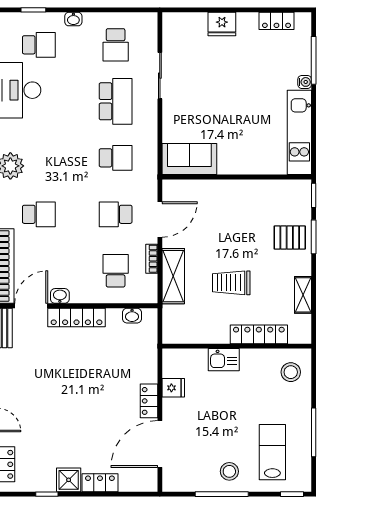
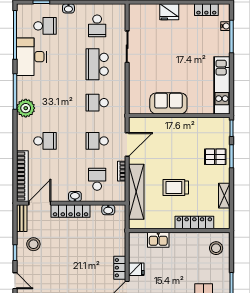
water cooler: (305, 82) -> (225, 26), moved
school desk: (116, 101) -> (97, 64), turned 180
school desk: (116, 158) -> (97, 103), turned 180
sofa: (189, 159) -> (168, 103), moved
shelving: (173, 276) -> (136, 192), width x1.47
washbasin: (60, 296) -> (75, 196), moved
kitchen sink: (224, 360) -> (158, 240), moved
stool: (22, 366) -> (33, 244), added
fridge: (173, 388) -> (136, 269), moved

